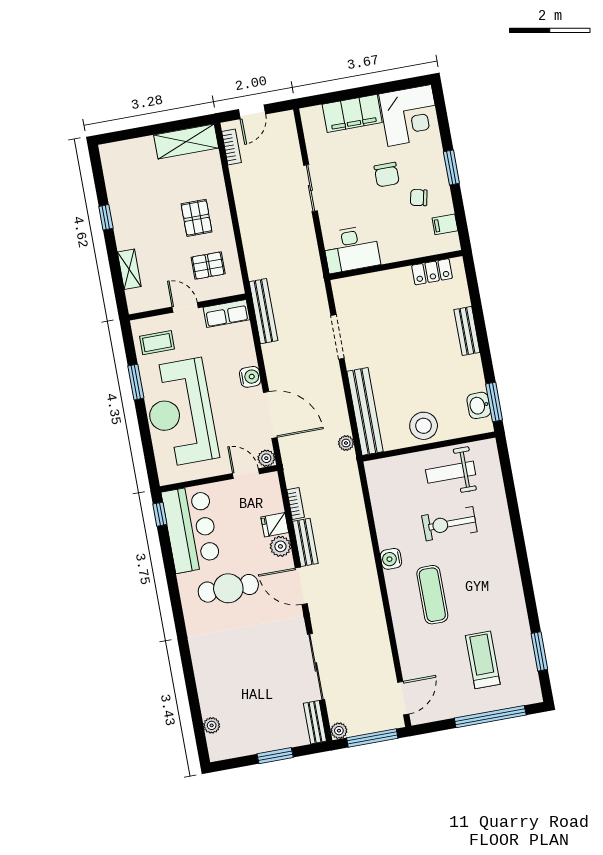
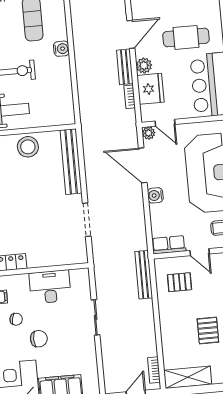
chair: (387, 175) -> (39, 339), turned 90
sliding door: (310, 188) -> (96, 317), moved
pallet: (197, 218) -> (208, 331), moved
desk: (351, 249) -> (50, 287), moved
bench: (263, 311) -> (144, 275), moved
plant: (346, 443) -> (88, 139), removed
fridge: (275, 525) -> (150, 89), width x1.88, depth x1.34
door: (301, 586) -> (131, 34), hinge flipped

